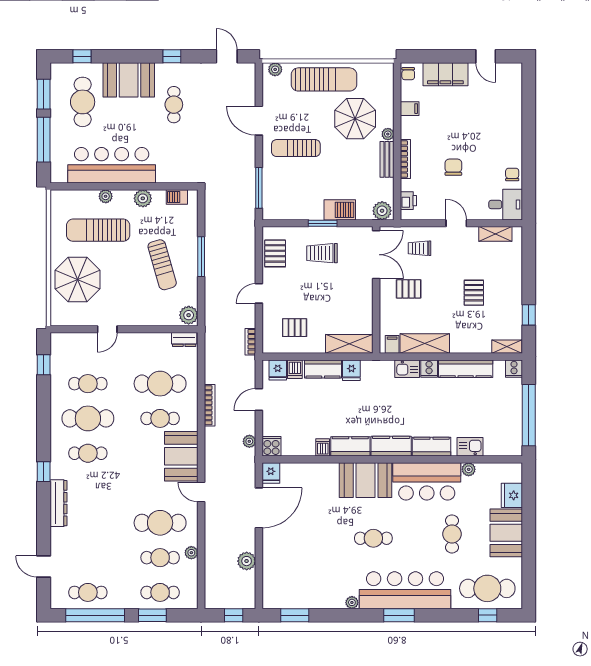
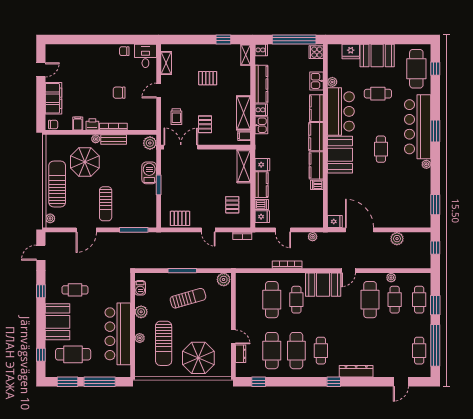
printer: (408, 201) -> (92, 124), moved
trolley: (322, 253) -> (180, 185), removed
dresser: (184, 340) -> (241, 354), moved
cafe table: (88, 384) -> (272, 351), width x1.37, depth x1.35
cooker: (271, 446) -> (316, 52), moved

